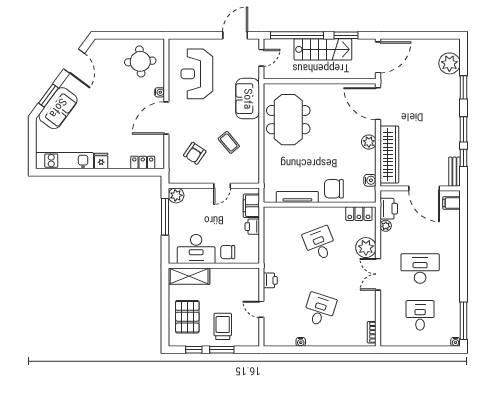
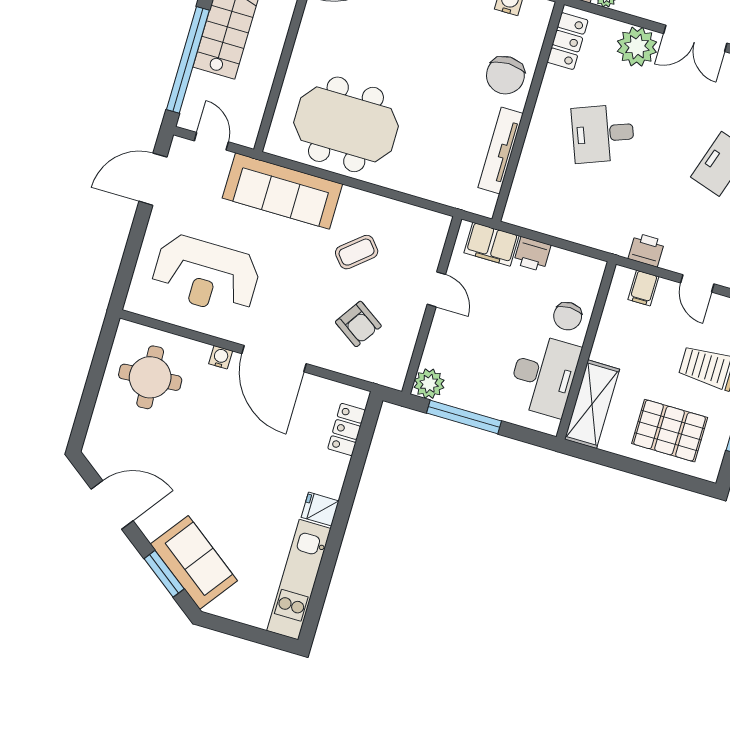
door: (235, 35) -> (153, 179), hinge flipped
sofa: (248, 99) -> (282, 191), width x1.36
filing cabinet: (252, 284) -> (643, 288), added
door: (261, 309) -> (697, 283), hinge flipped

